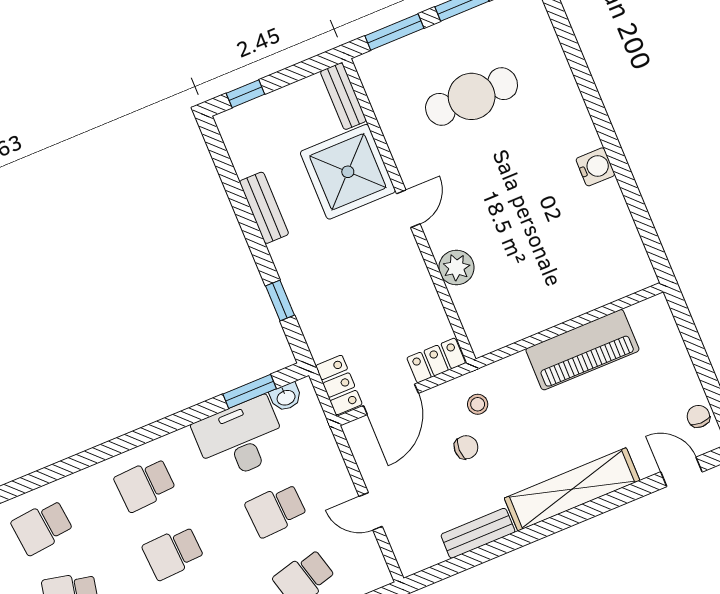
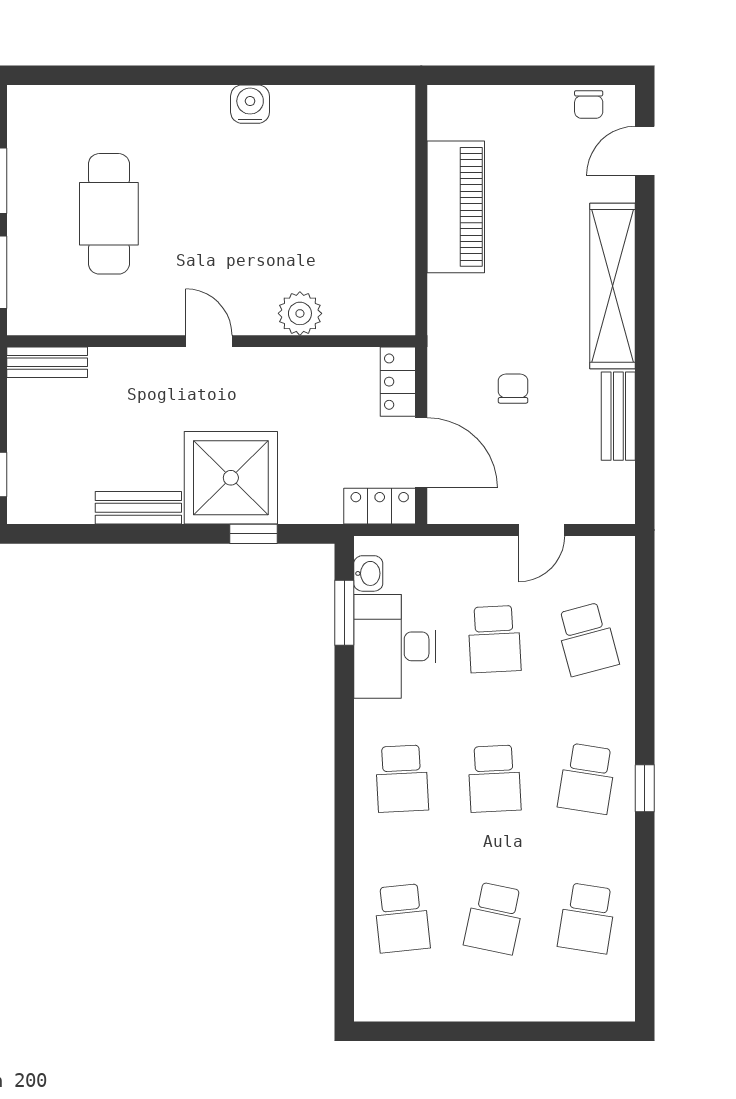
shower: (348, 172) -> (231, 478), moved
stool: (478, 404) -> (469, 355), removed
chair: (698, 416) -> (589, 104), turned -90

